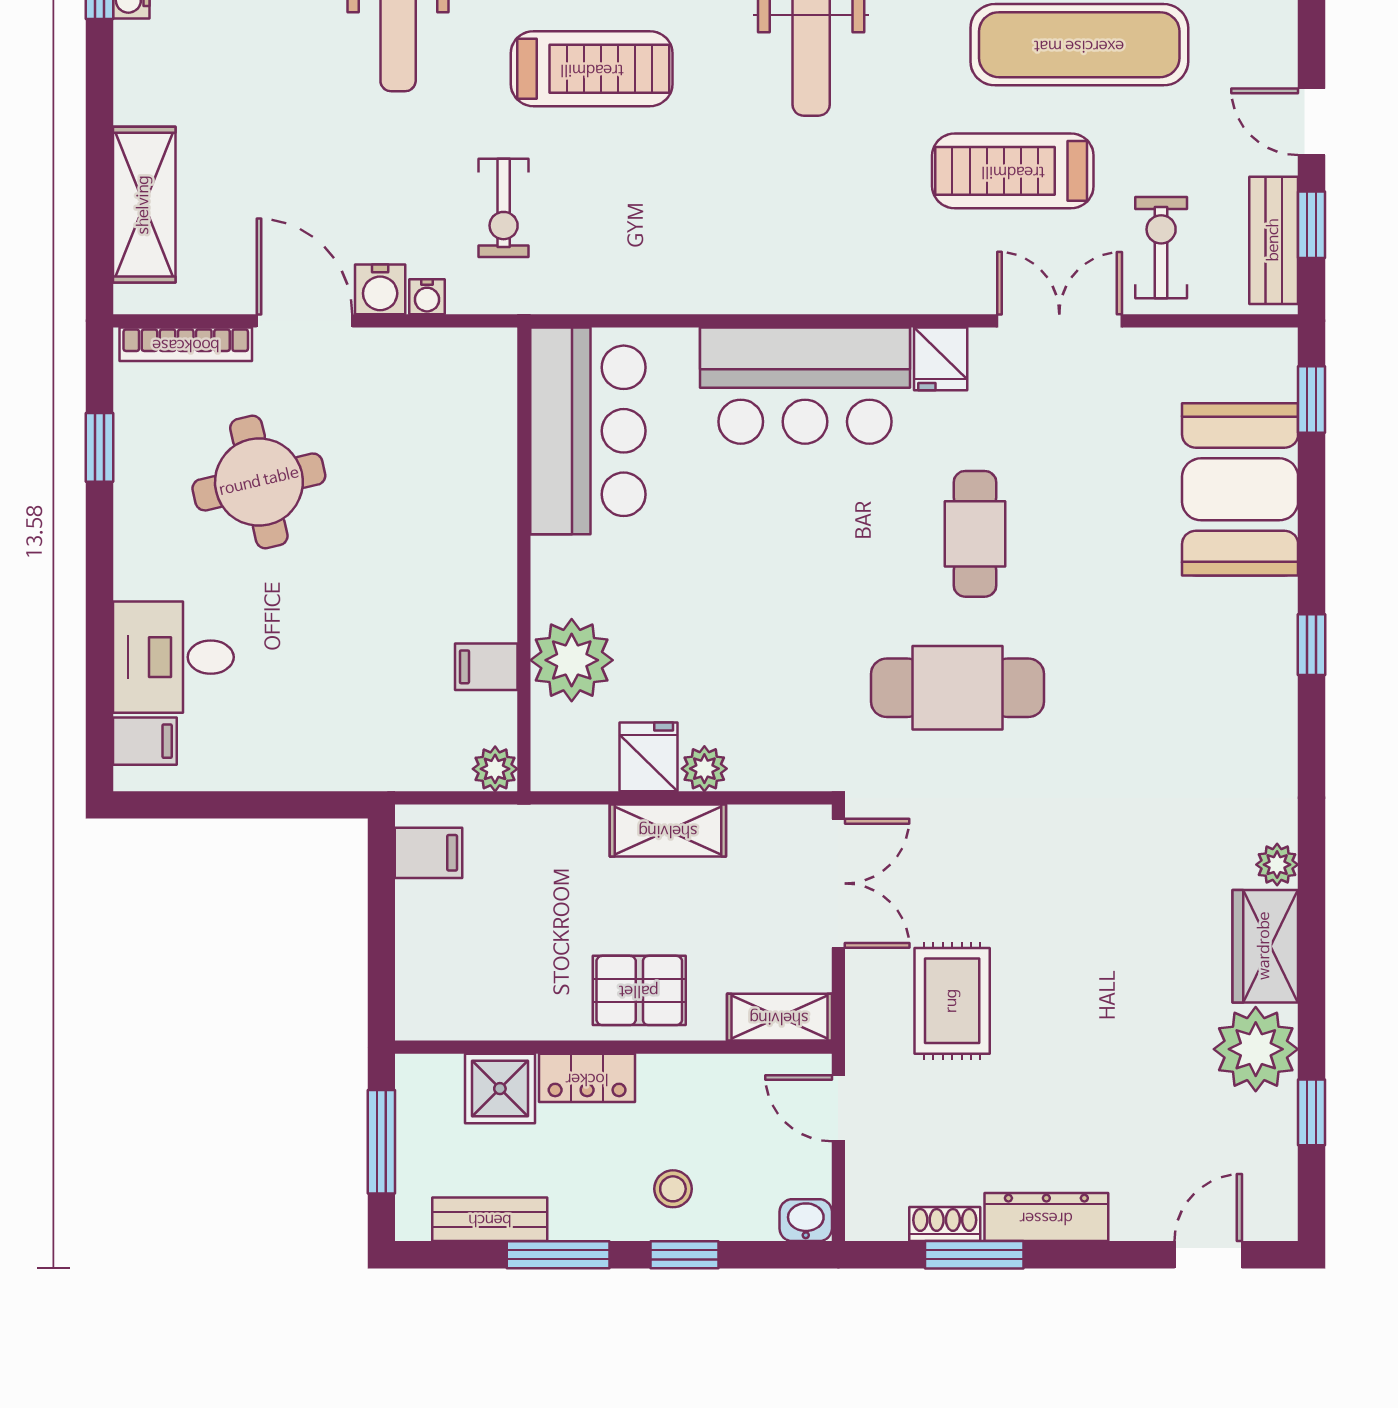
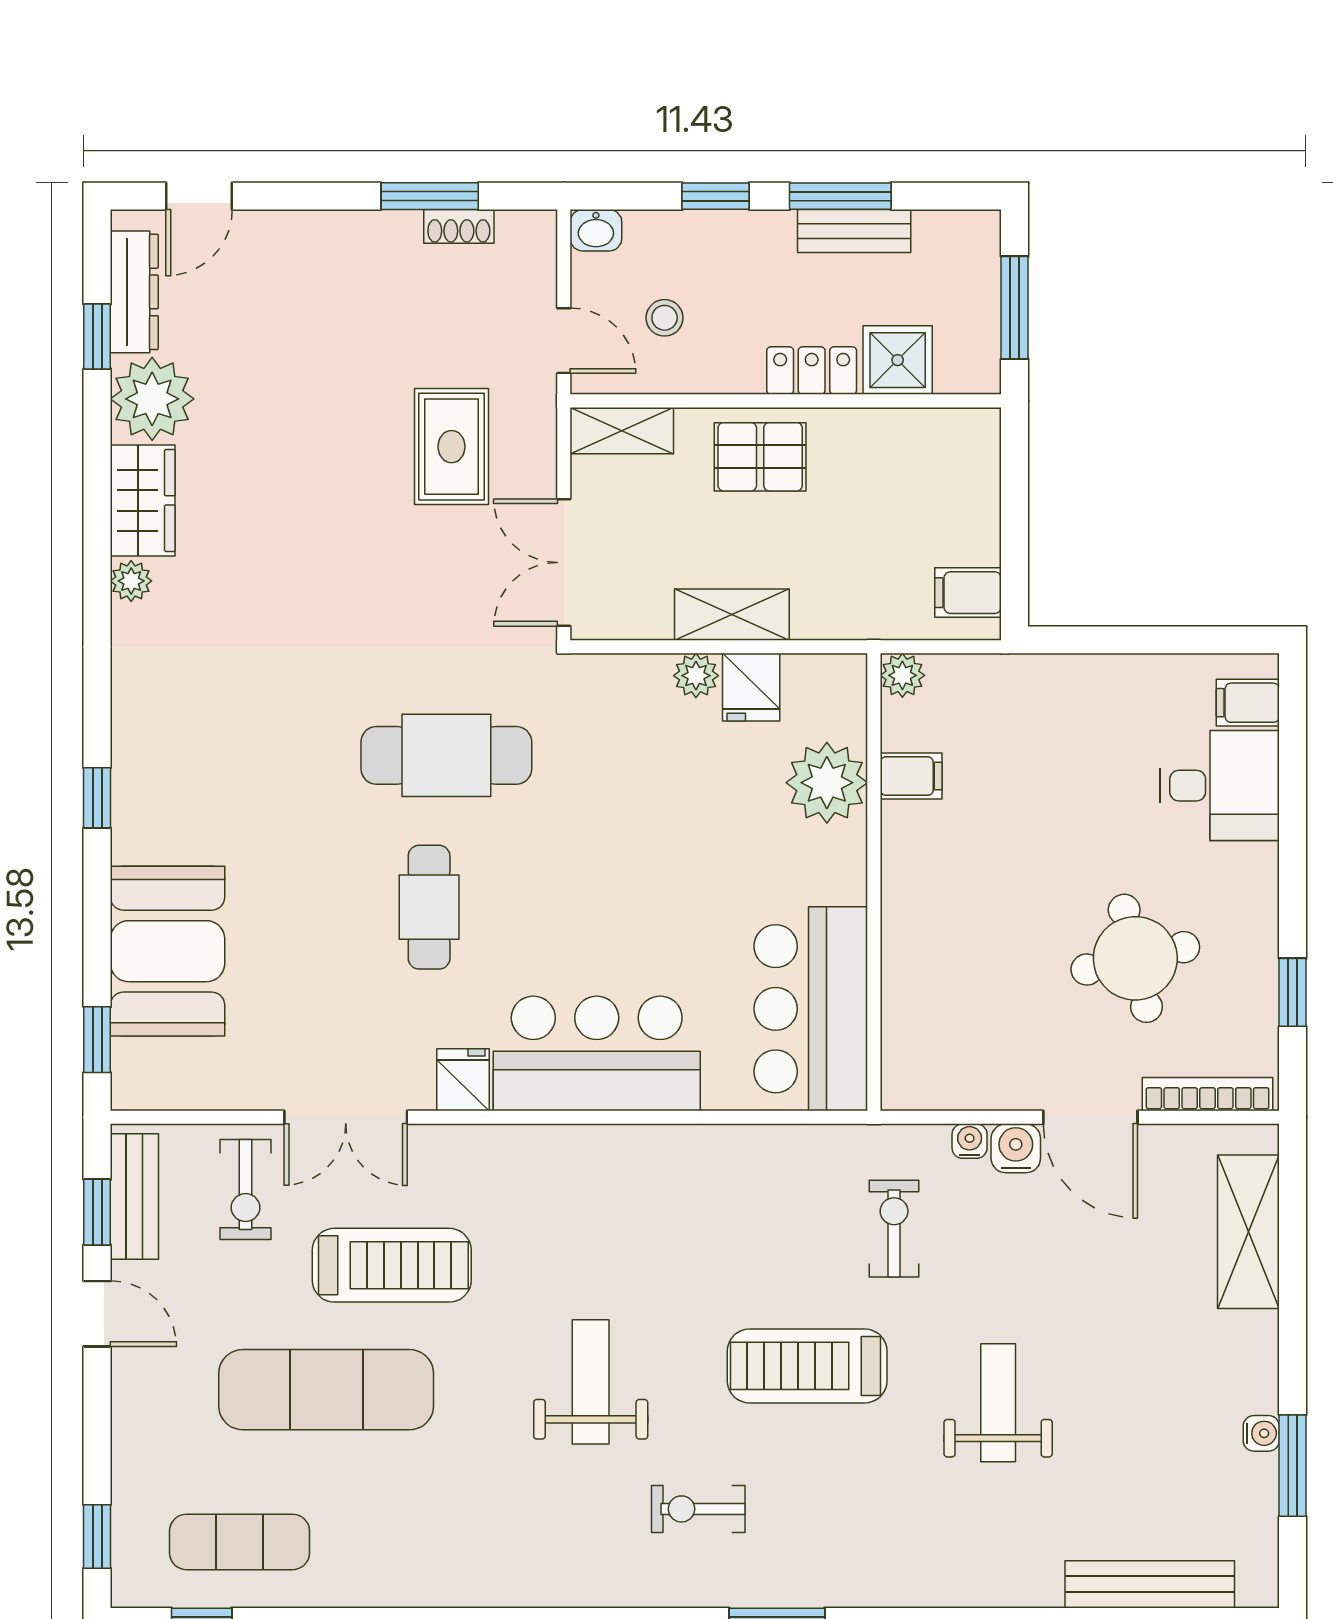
stool: (673, 1189) -> (665, 318), moved
dresser: (1046, 1217) -> (134, 292), moved, turned -90
bench: (490, 1219) -> (854, 231), moved

